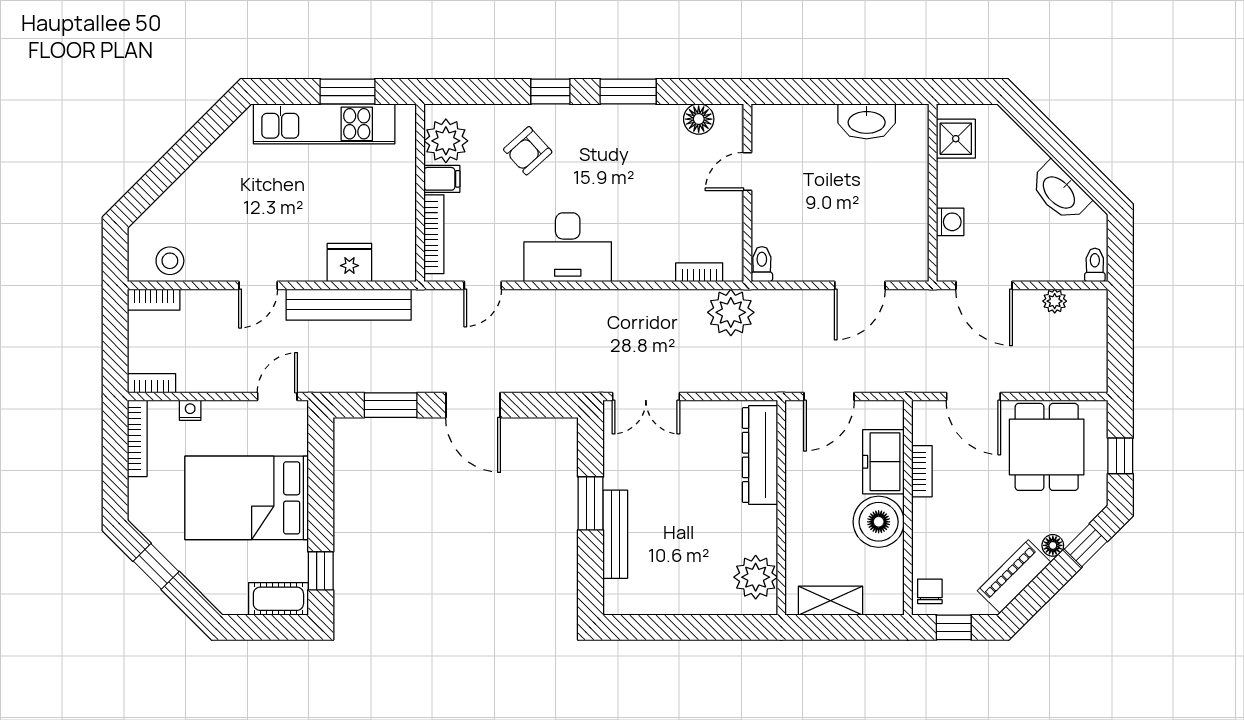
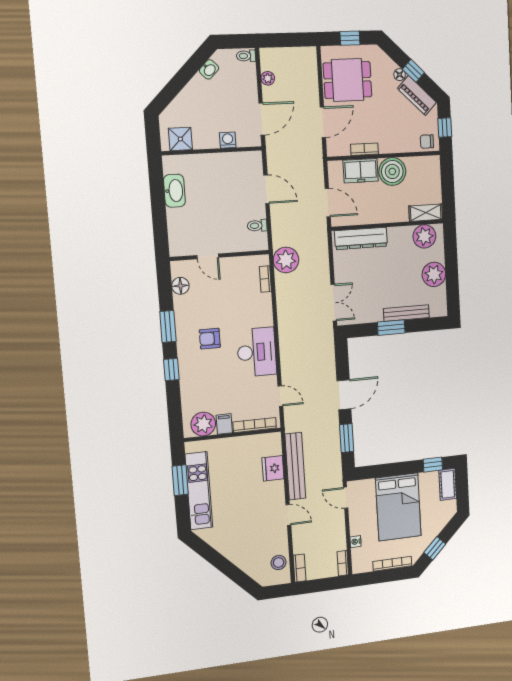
armchair: (528, 151) -> (210, 339), moved, turned 132
washbasin: (1060, 192) -> (209, 69), width x0.52, depth x0.69
toilet: (762, 264) -> (257, 226), moved
bookcase: (137, 438) -> (392, 564), moved
window: (1086, 545) -> (413, 71), moved
plant: (683, 592) -> (434, 274), added
shelving: (830, 601) -> (426, 213), moved, turned 90

